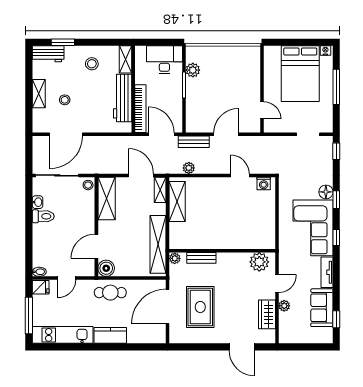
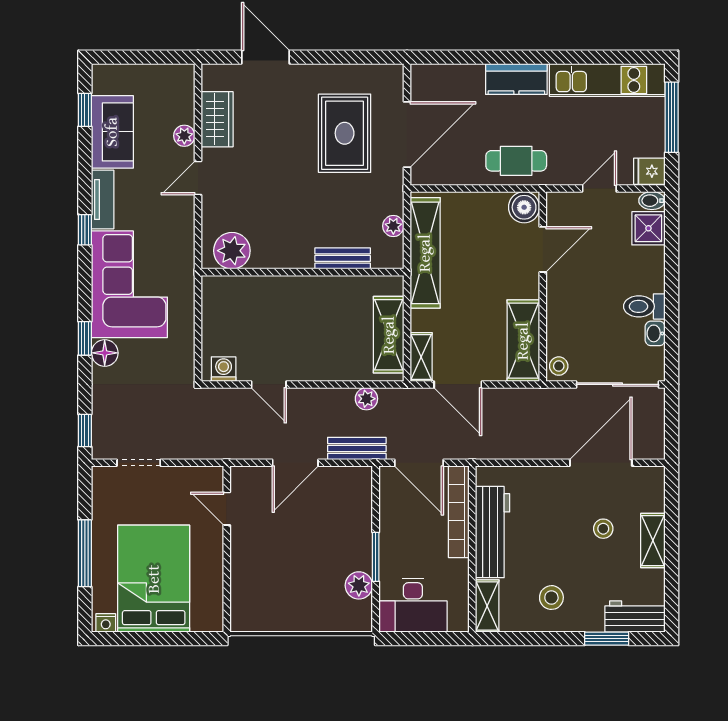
window: (336, 237) -> (85, 230), moved
wall: (222, 251) -> (302, 272), moved
shower: (41, 257) -> (648, 228), added
bench: (201, 258) -> (343, 258), moved
plant: (259, 262) -> (232, 251), moved

